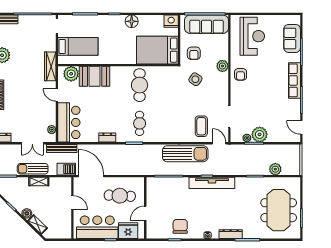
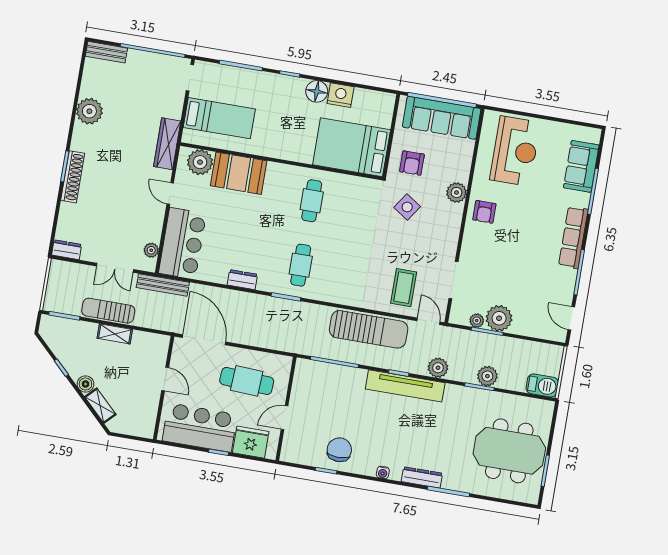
nightstand: (171, 21) -> (341, 95), moved
cafe table: (140, 85) -> (312, 201), width x0.73, depth x0.74
barbecue: (66, 169) -> (542, 385), moved
plant: (229, 169) -> (438, 368), added
plant: (275, 169) -> (487, 376), moved
meeting table: (279, 210) -> (509, 451), turned 90

